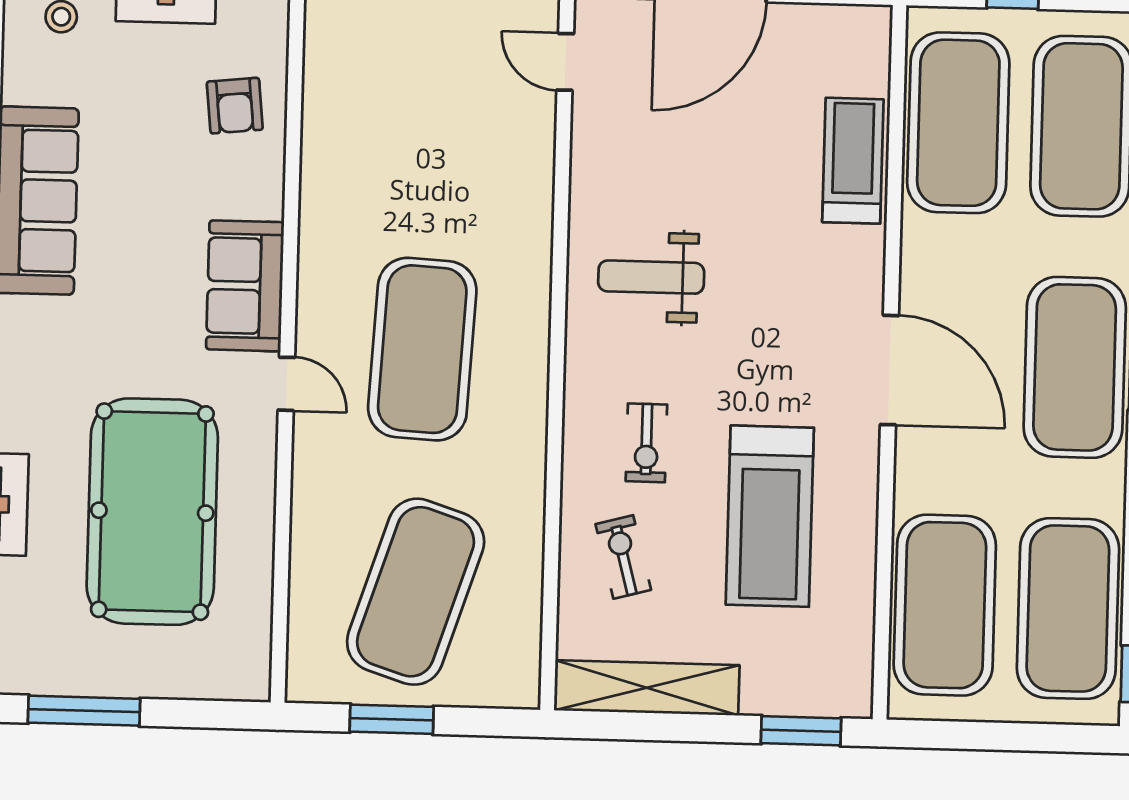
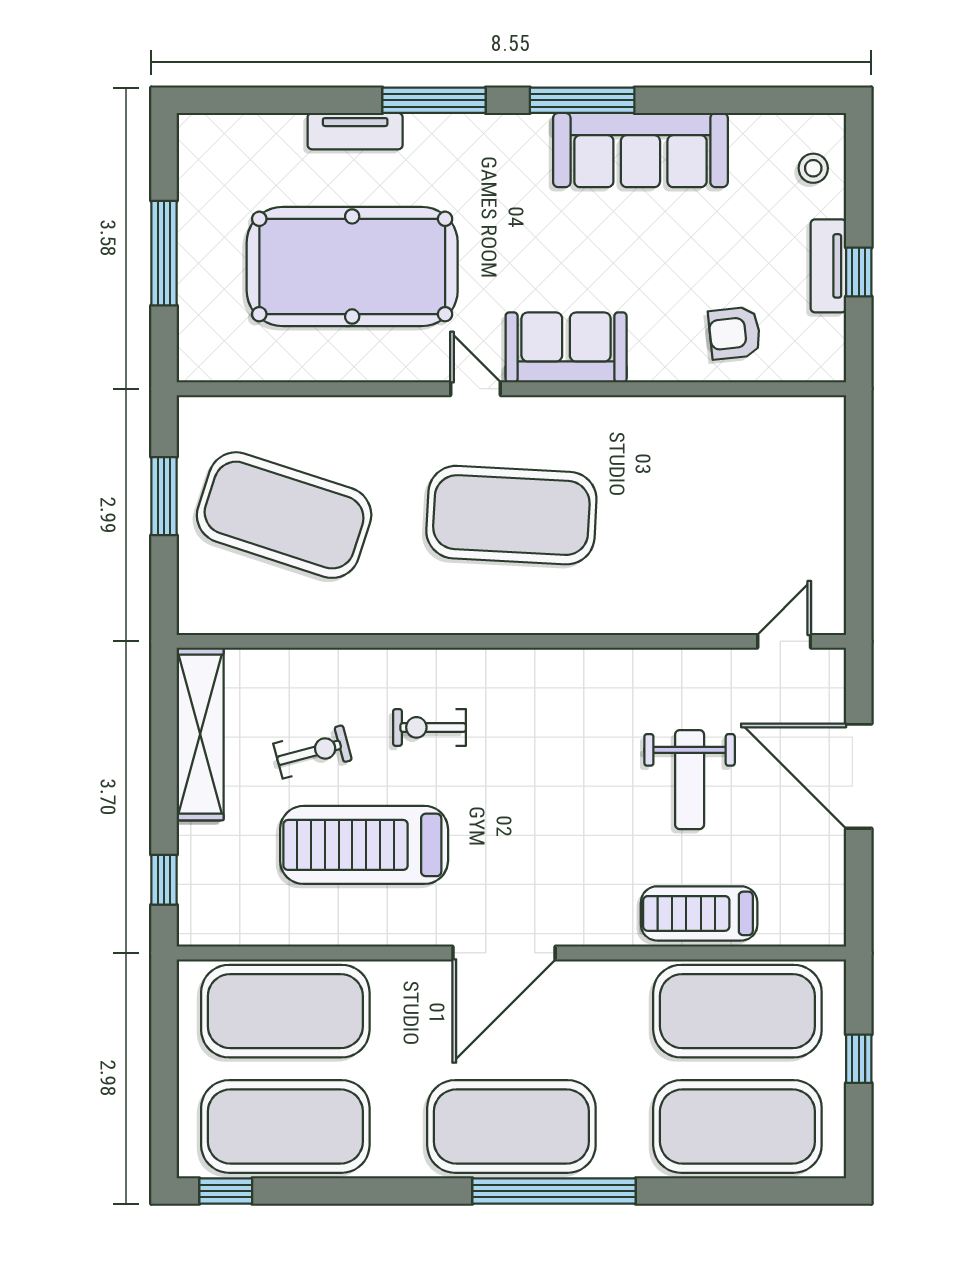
treadmill: (853, 161) -> (699, 913), turned 180
weight bench: (651, 277) -> (690, 780), moved, turned 180
door: (286, 384) -> (475, 389), swing flipped
exercise bike: (623, 557) -> (313, 752), moved
window: (84, 711) -> (164, 253), moved
window: (801, 731) -> (164, 880), width x0.67

